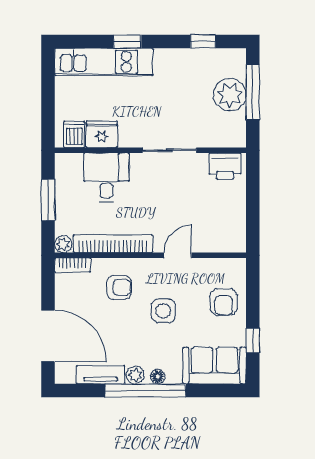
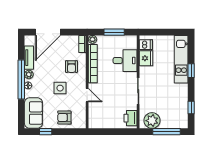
plant: (230, 95) -> (152, 121), moved

